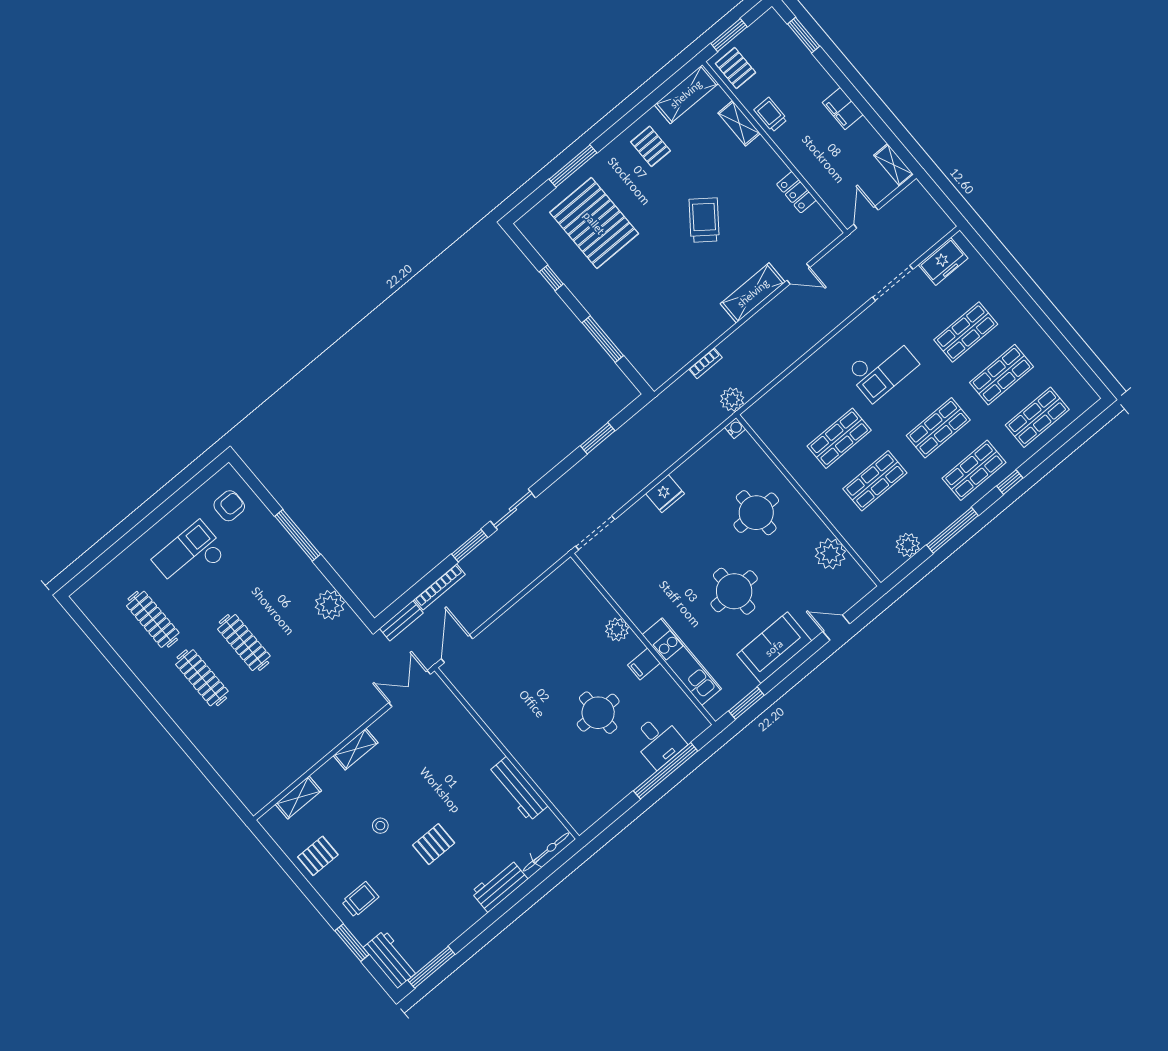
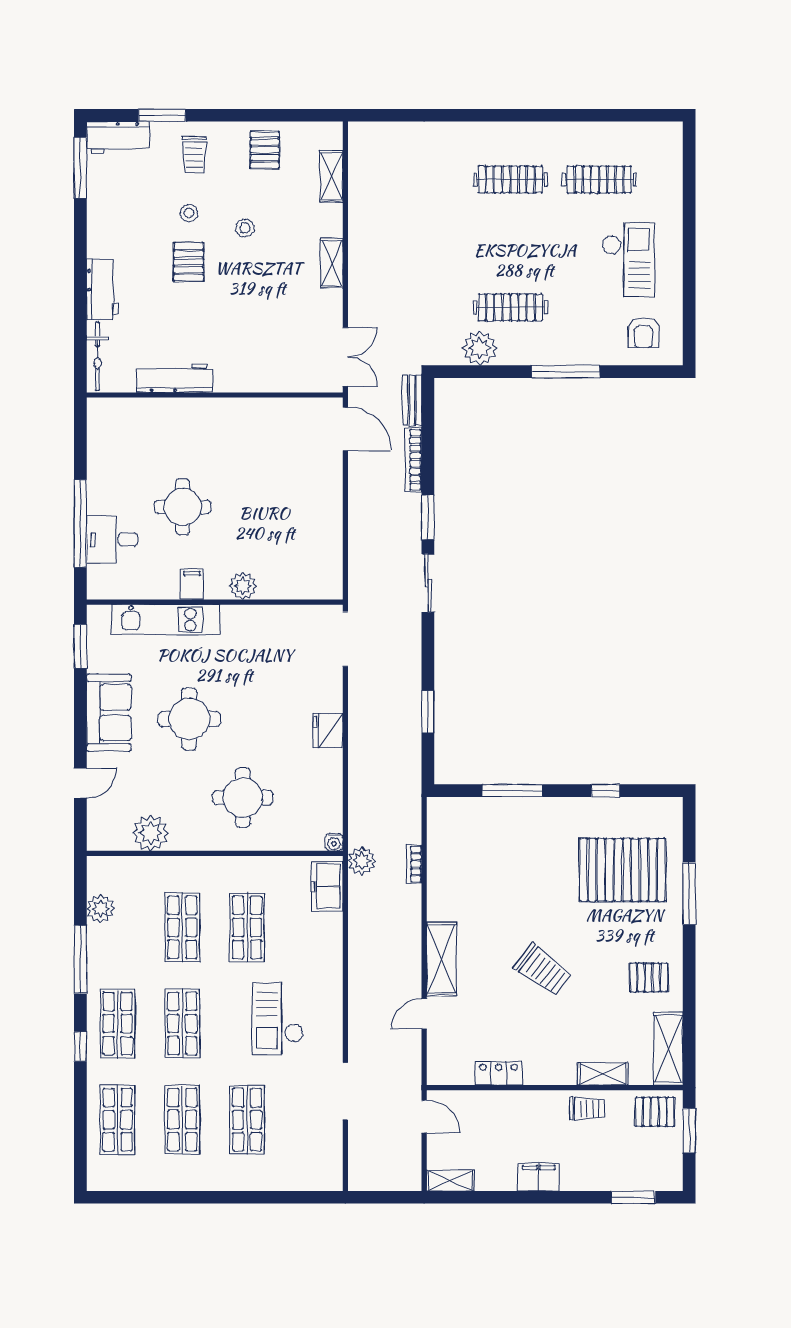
freezer: (943, 262) -> (327, 886), moved
clothes rail: (244, 643) -> (510, 307), moved
stool: (401, 871) -> (189, 213), added

